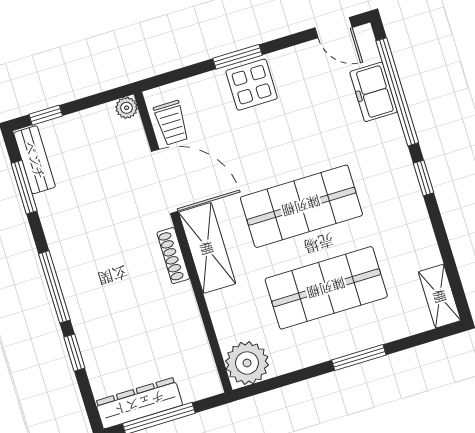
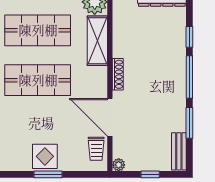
window: (46, 115) -> (150, 174), moved
trolley: (171, 123) -> (96, 149), turned 180
window: (24, 187) -> (189, 123), moved
shelving: (207, 248) -> (97, 41), moved

